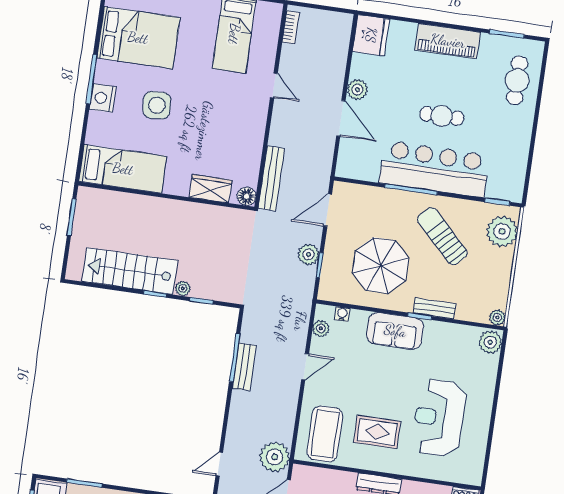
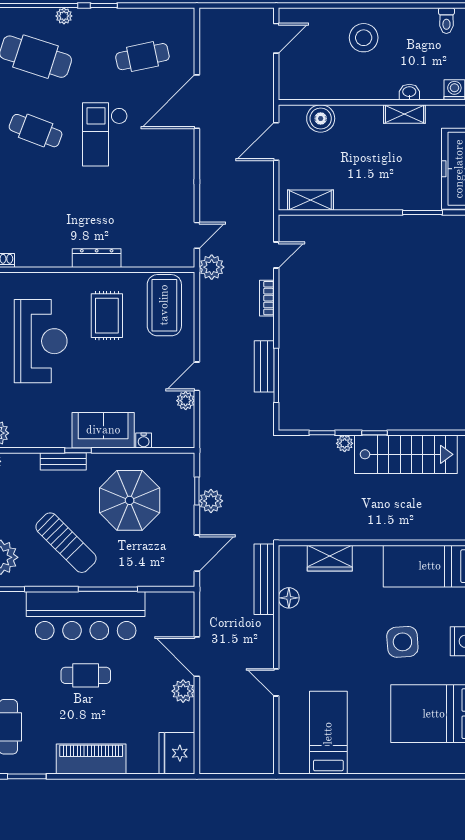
bookcase: (291, 27) -> (267, 298), moved
floor lamp: (247, 196) -> (289, 598), moved
water cooler: (342, 314) -> (144, 441), moved
plant: (321, 328) -> (186, 401), moved
rug: (377, 432) -> (107, 316), turned 90
plant: (275, 457) -> (212, 267), width x0.73, depth x0.73

